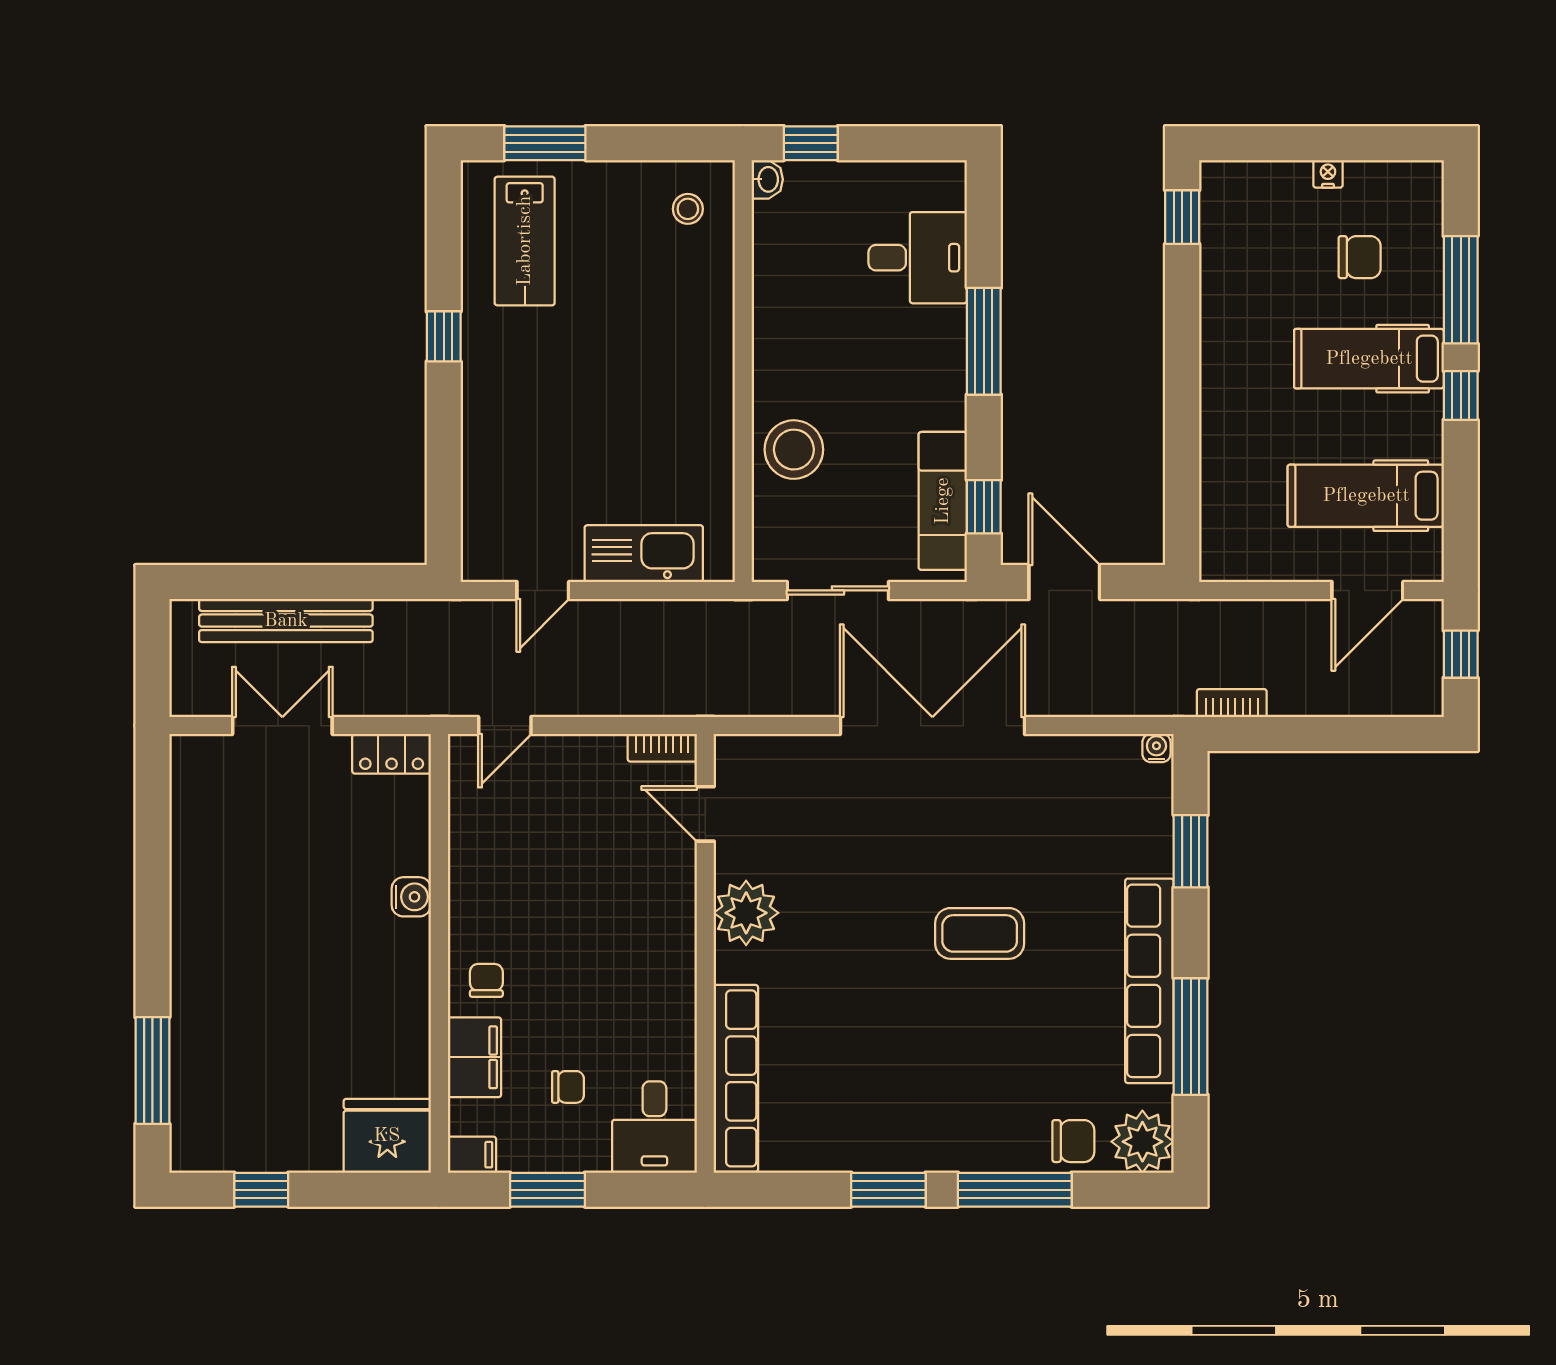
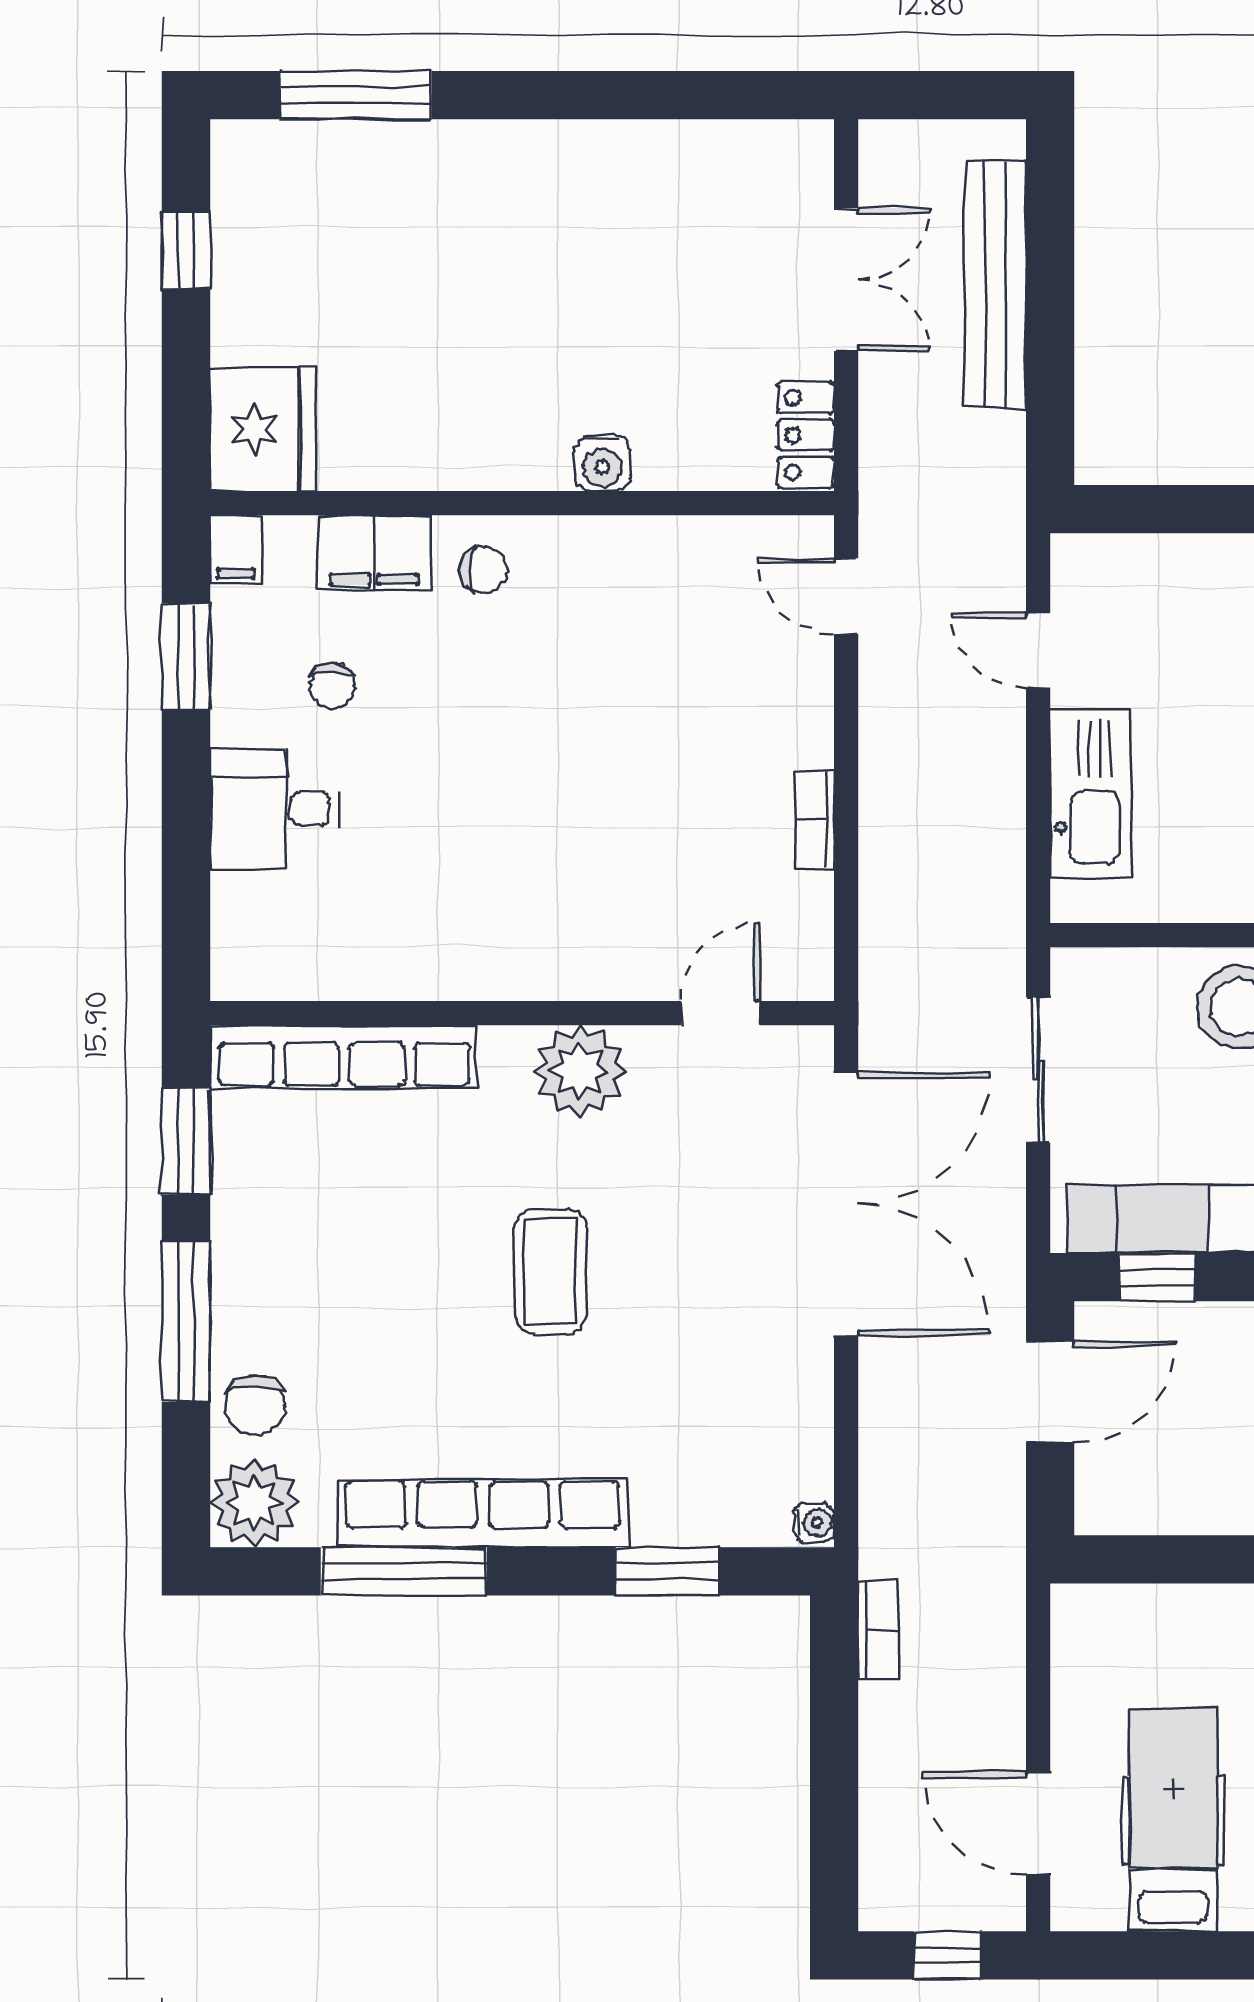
door: (705, 814) -> (720, 1013), moved
plant: (746, 913) -> (580, 1071), moved
wall: (705, 953) -> (522, 1013), moved
row of seats: (736, 1078) -> (344, 1057), moved

